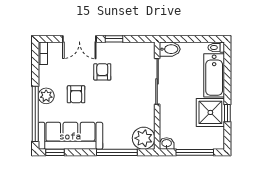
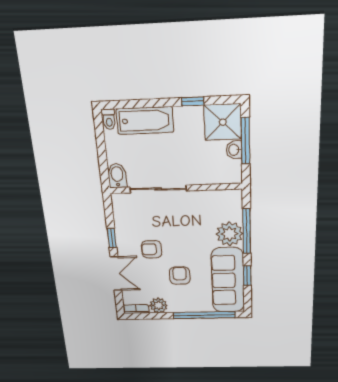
armchair: (76, 94) -> (180, 276), turned -90
plant: (46, 96) -> (158, 305), moved
shower: (210, 112) -> (223, 122), moved
plant: (144, 138) -> (230, 234), moved
washbasin: (167, 144) -> (234, 150), moved
window: (55, 152) -> (247, 276), moved

